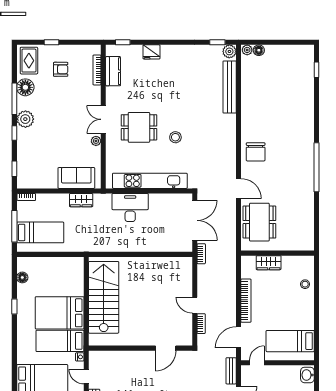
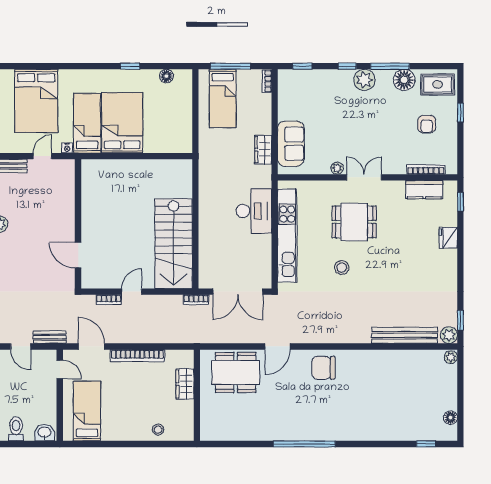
floor lamp: (259, 50) -> (450, 418), moved
dining table: (139, 127) -> (354, 222), turned 90
stairs: (104, 297) -> (174, 244), moved, turned 90

